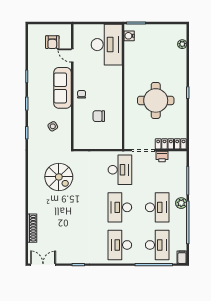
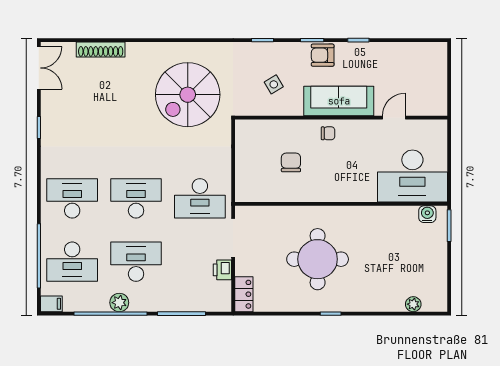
armchair: (52, 42) -> (323, 55), moved
locker: (171, 144) -> (244, 294), width x0.66
spiral stairs: (59, 177) -> (188, 95), width x1.37, depth x1.37
plant: (181, 203) -> (119, 303), moved
desk: (157, 207) -> (136, 262), turned 180

